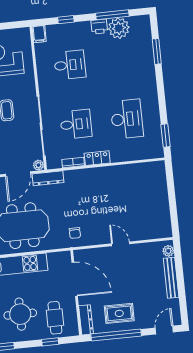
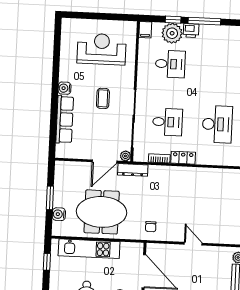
window: (112, 15) -> (204, 21), moved
printer: (99, 27) -> (191, 31), moved
plant: (119, 28) -> (172, 33), moved

